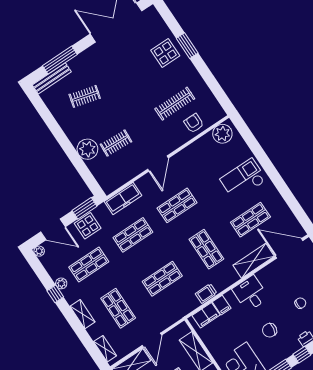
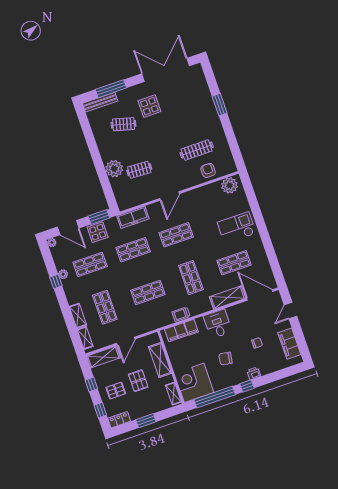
display table: (165, 53) -> (149, 106), moved
shelving: (83, 314) -> (78, 316), moved

